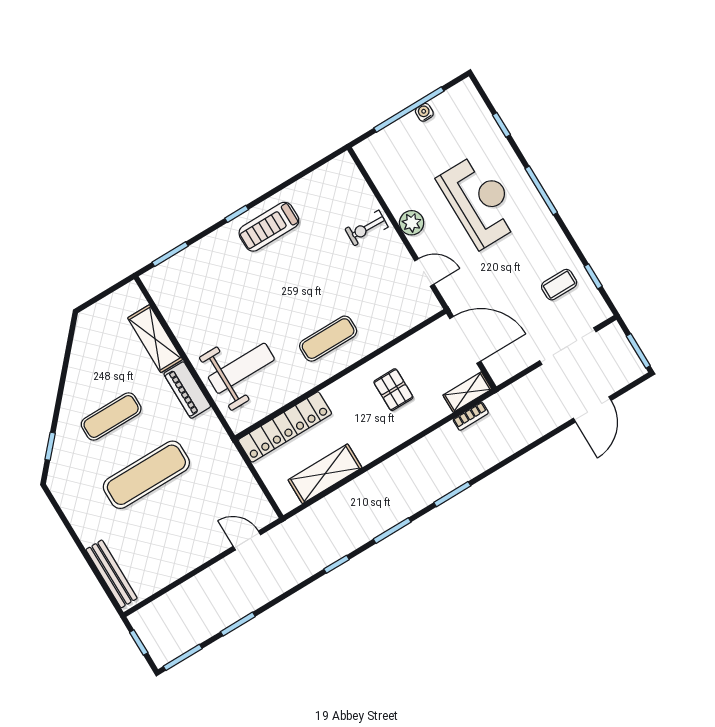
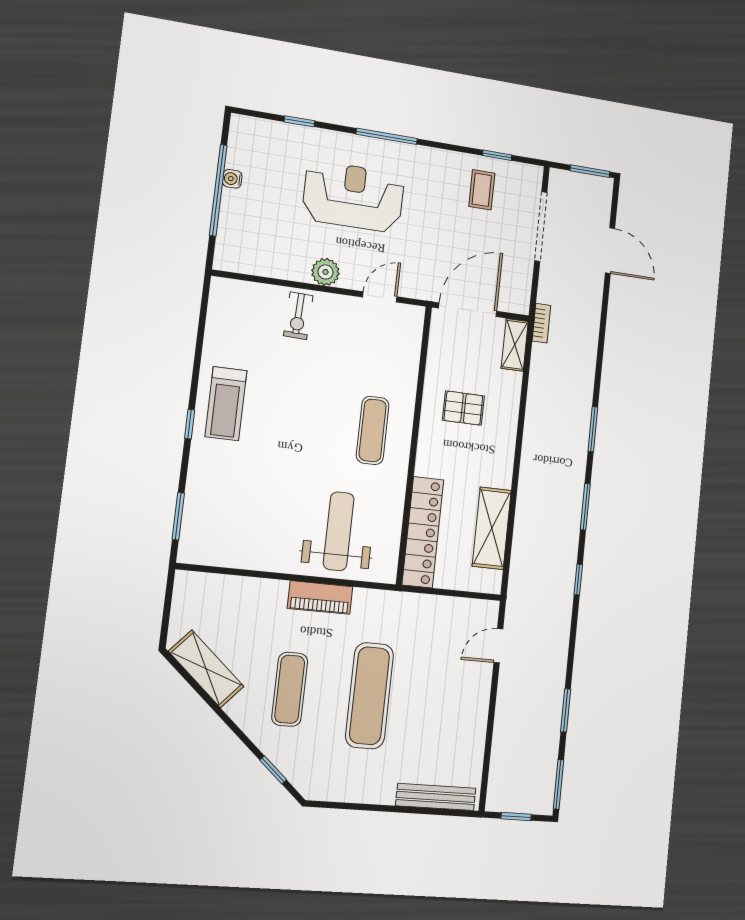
shelving: (155, 339) -> (206, 669), moved, turned 42
bookcase: (471, 416) -> (541, 323), moved

